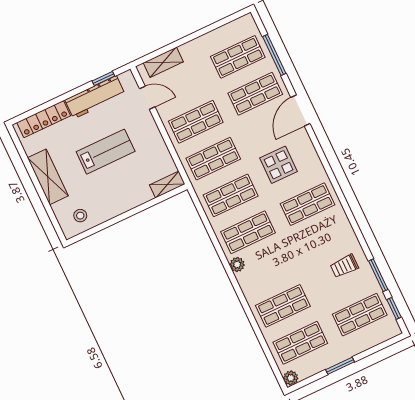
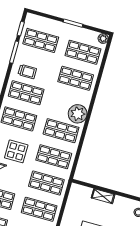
shelving: (167, 185) -> (103, 196), moved
shop shelf: (325, 241) -> (26, 93), added
plant: (237, 265) -> (78, 114), width x1.87, depth x1.87

